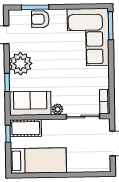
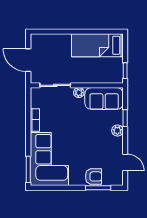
plant: (21, 64) -> (117, 131), width x0.53, depth x0.53
bookcase: (105, 102) -> (35, 120), moved
cot: (26, 128) -> (109, 76), removed

